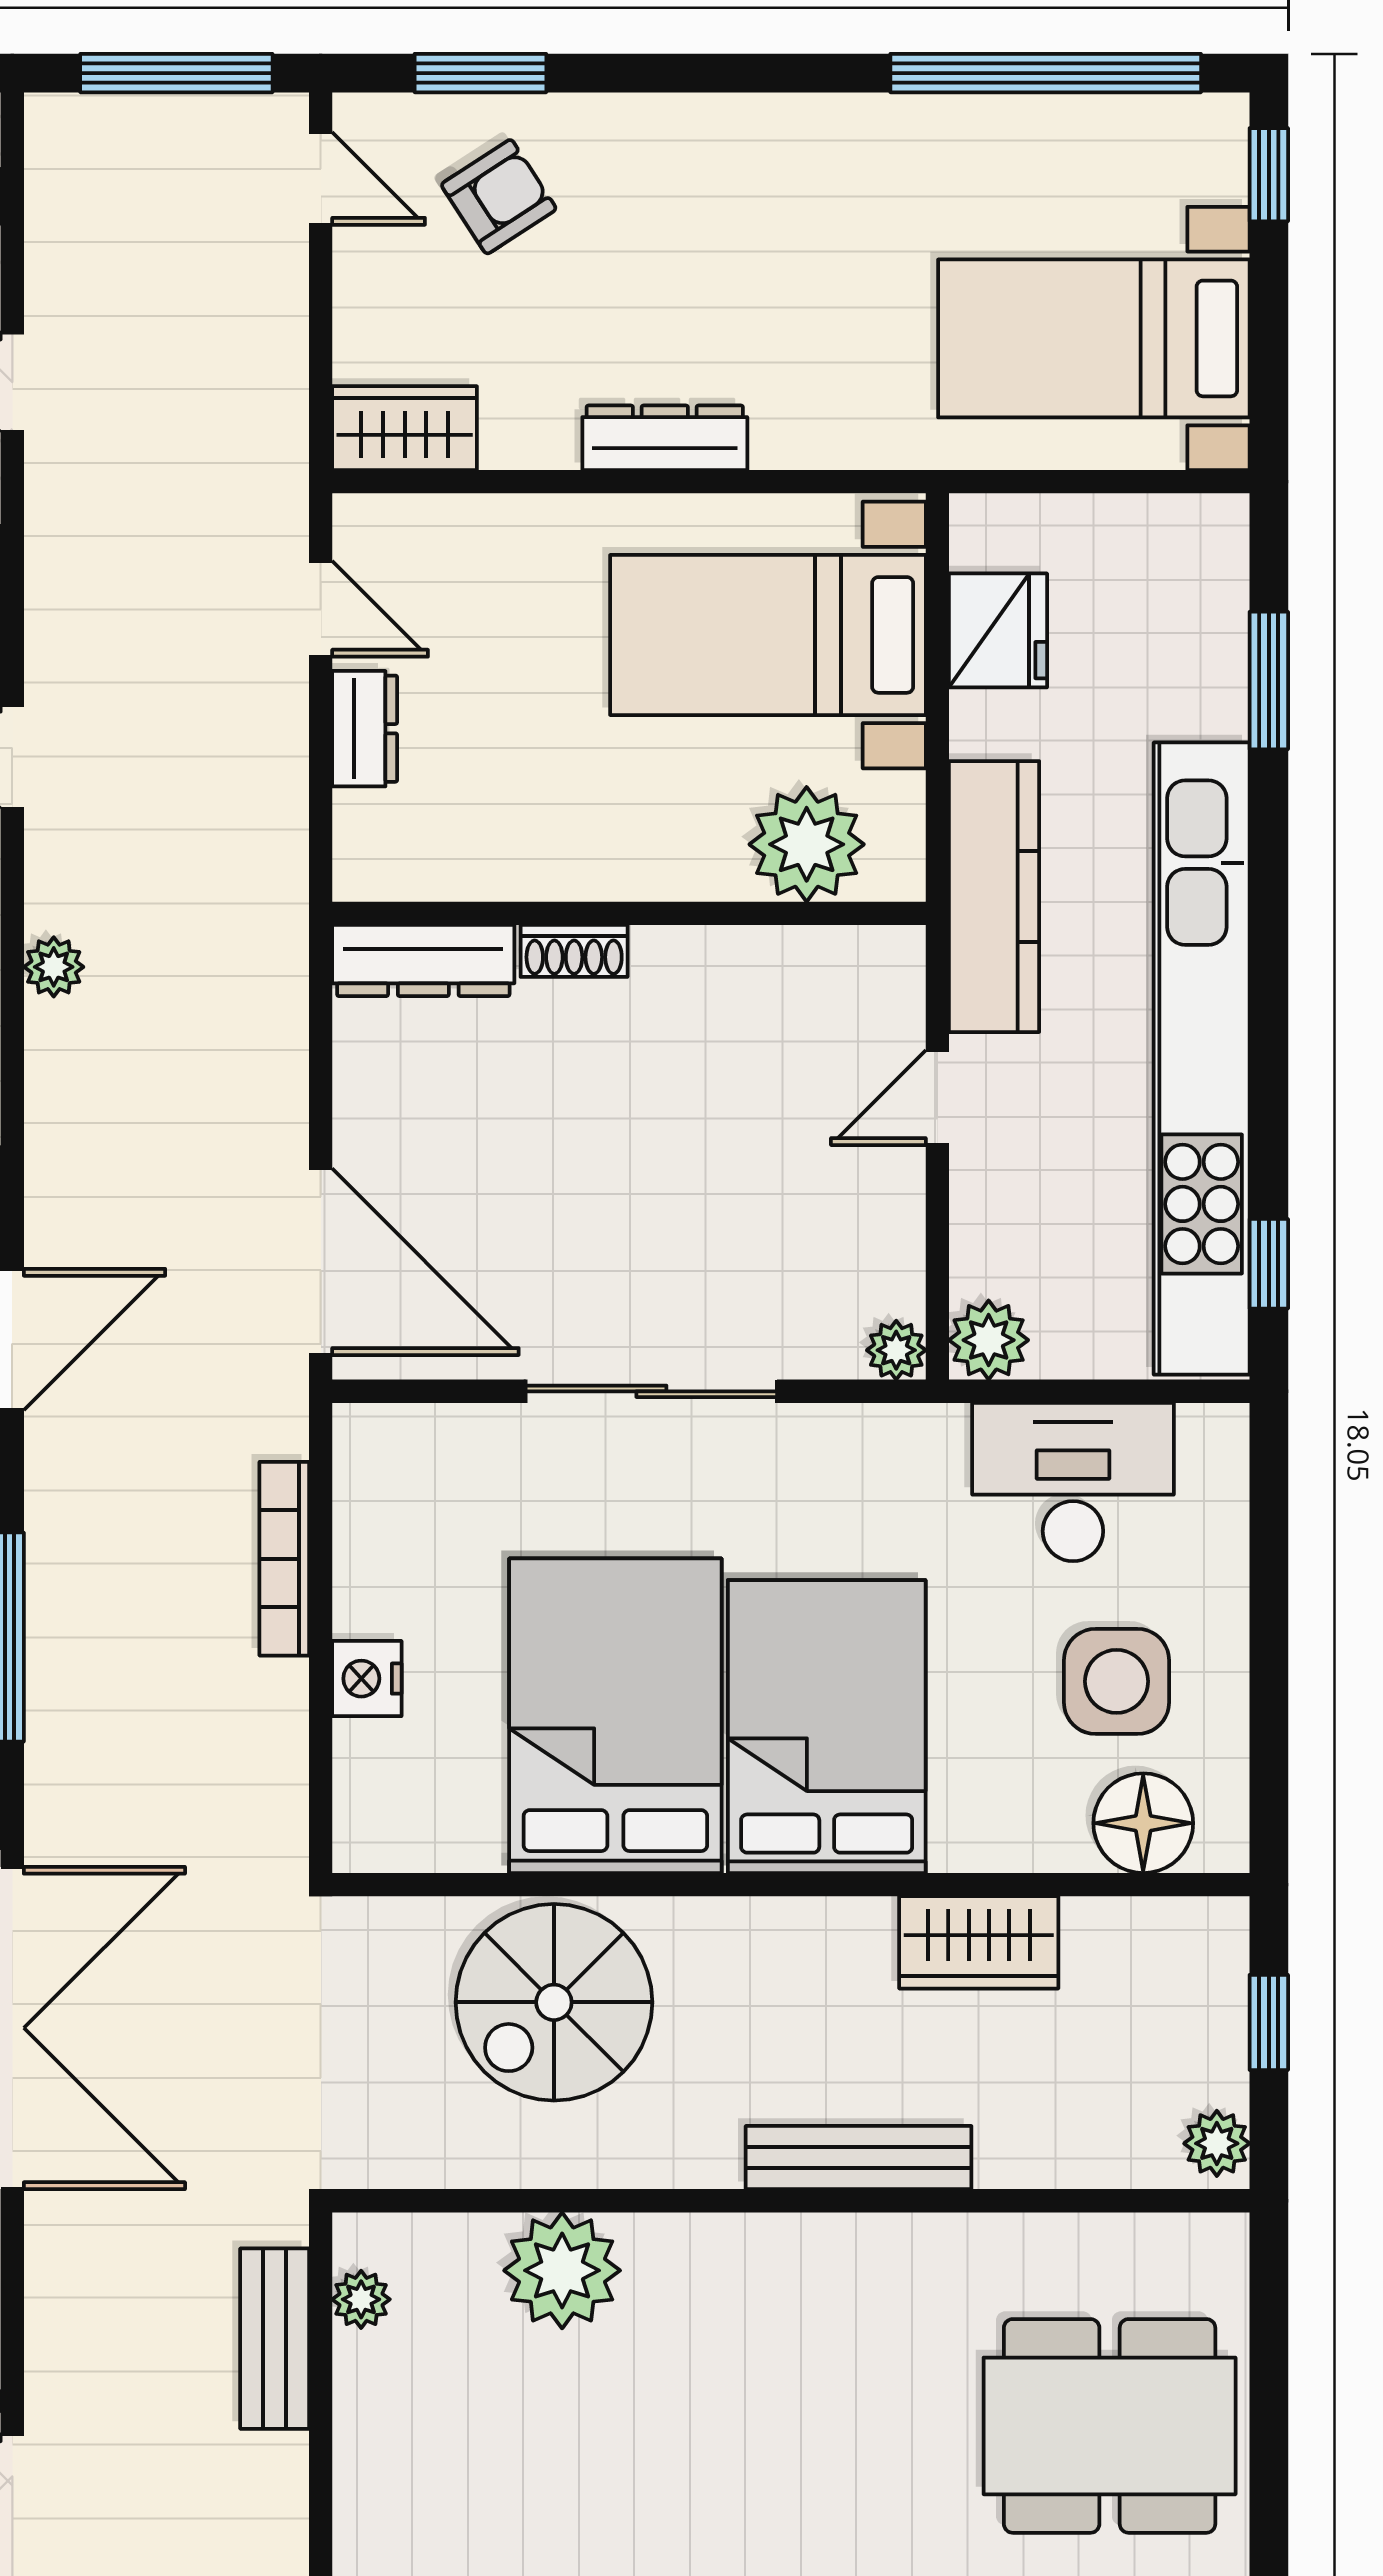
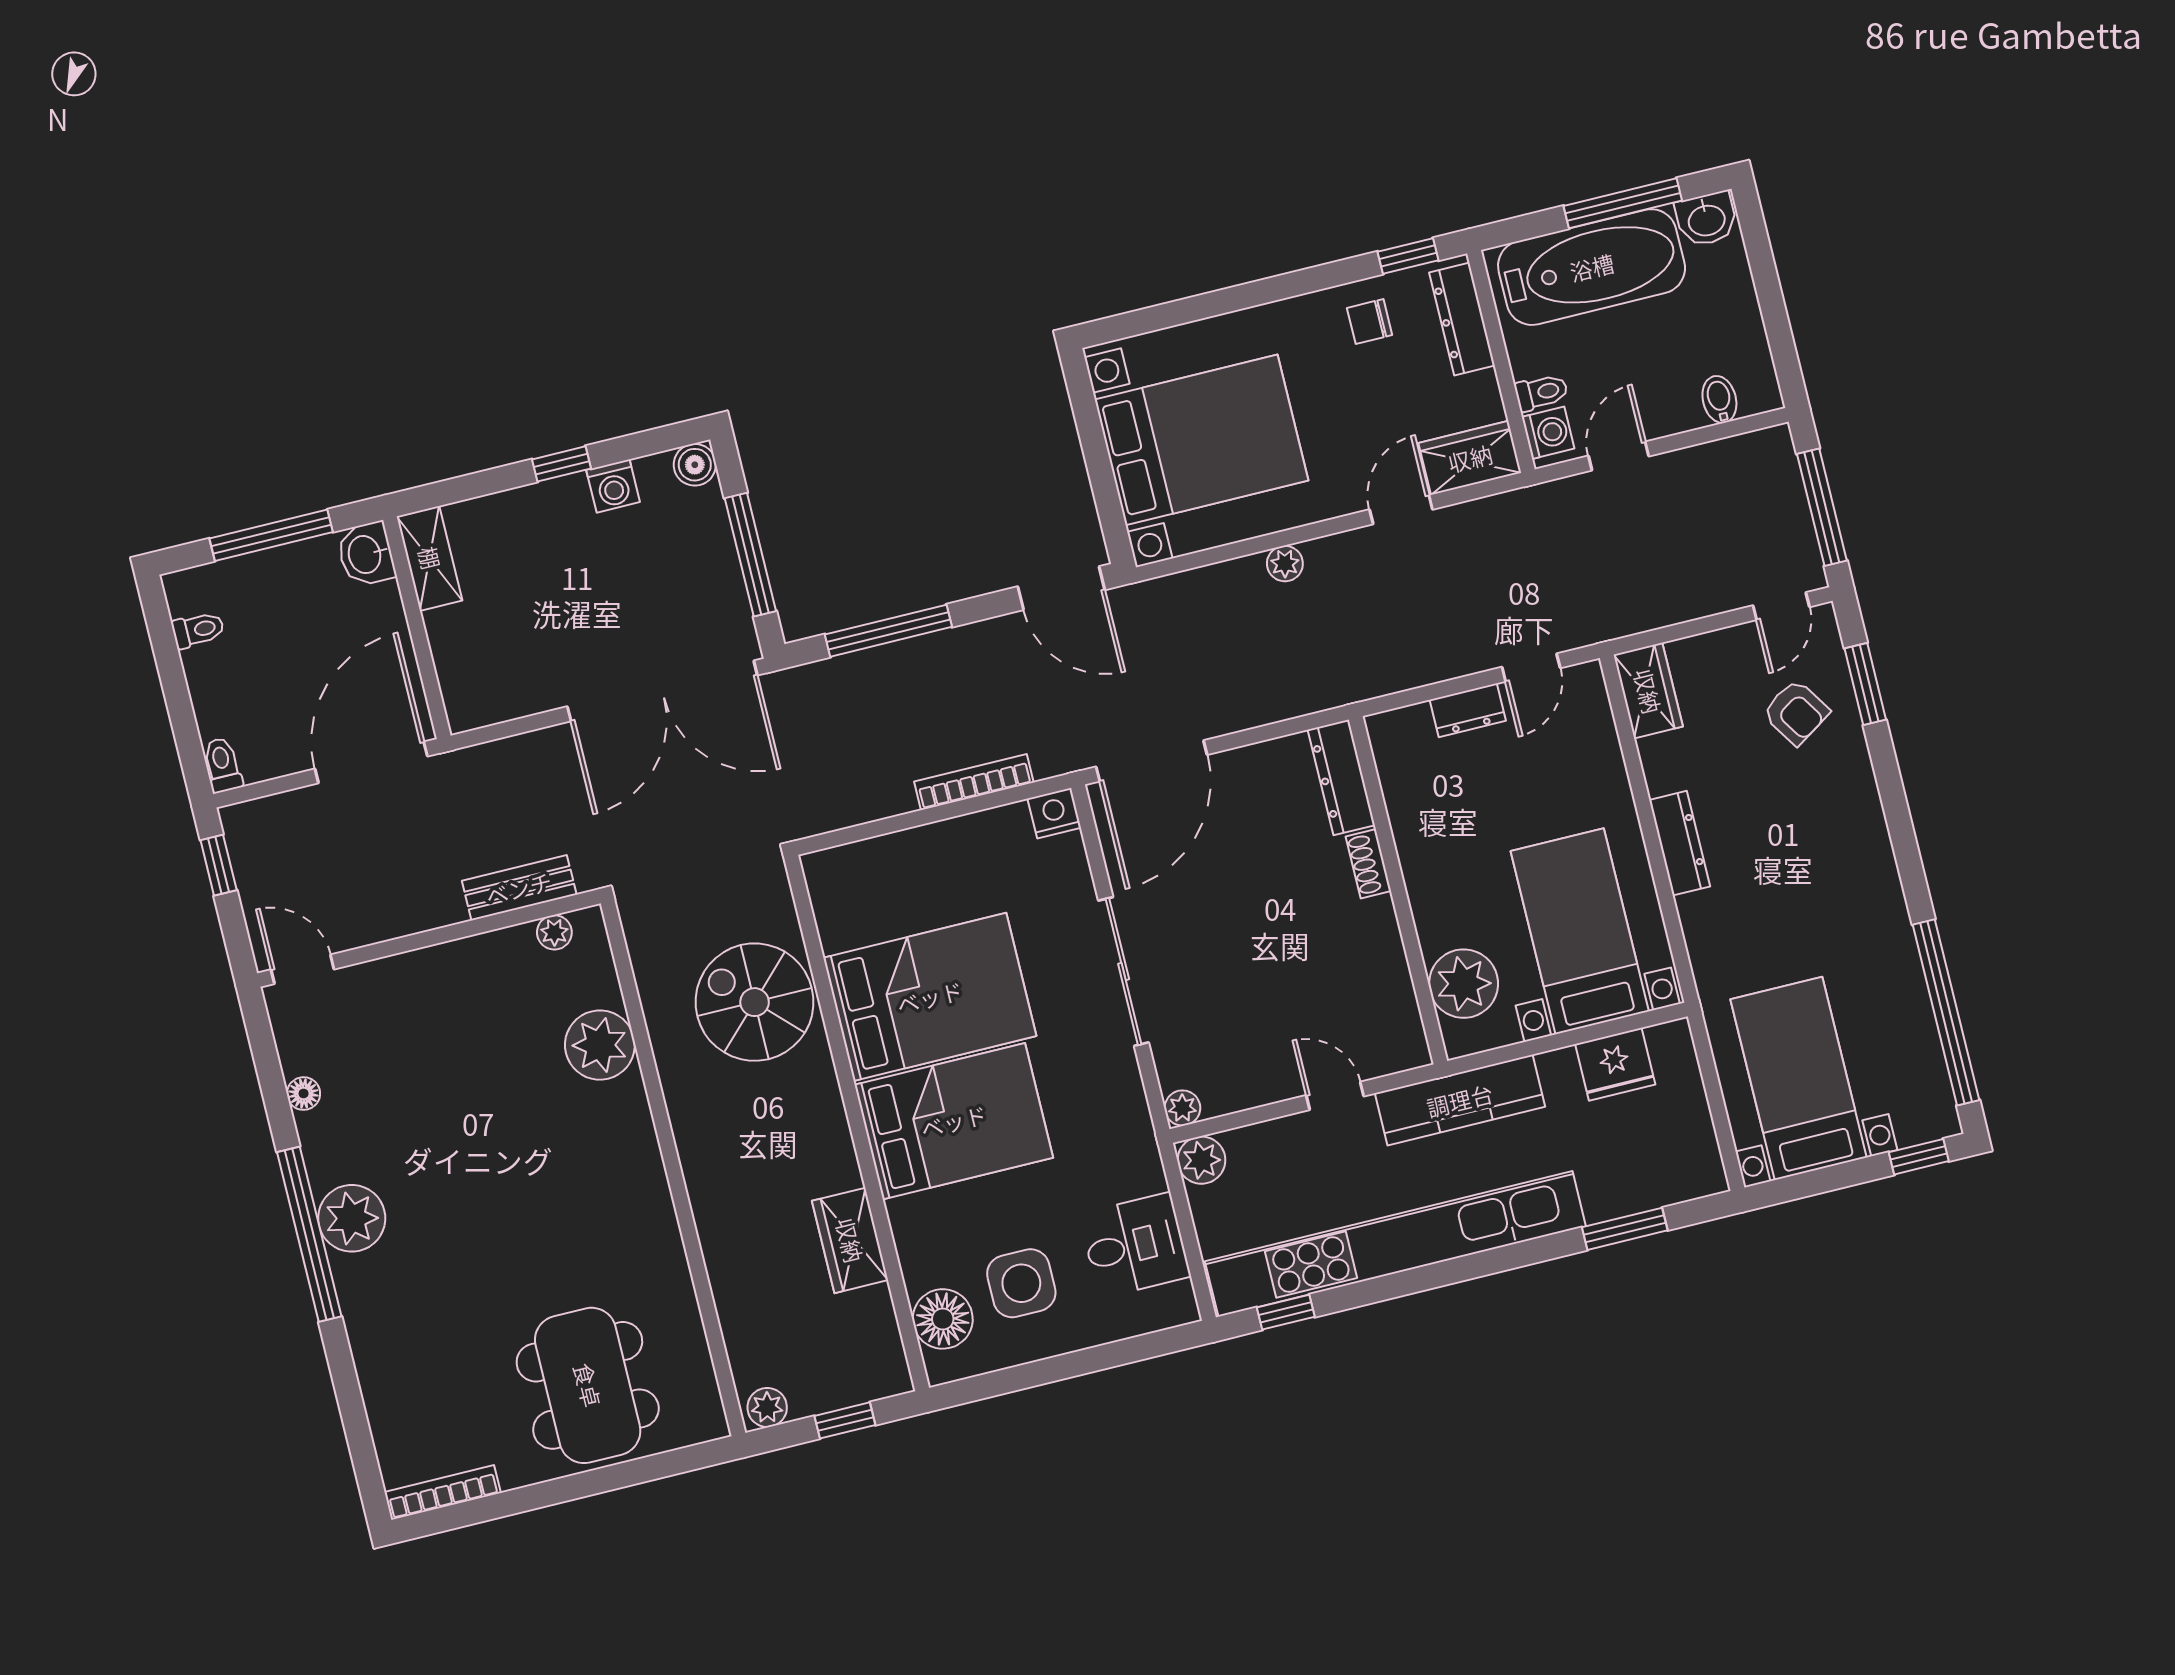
desk: (1073, 1482) -> (1135, 1245), width x0.73
nightstand: (367, 1679) -> (1054, 813), moved
bench: (859, 2158) -> (708, 1201), removed

